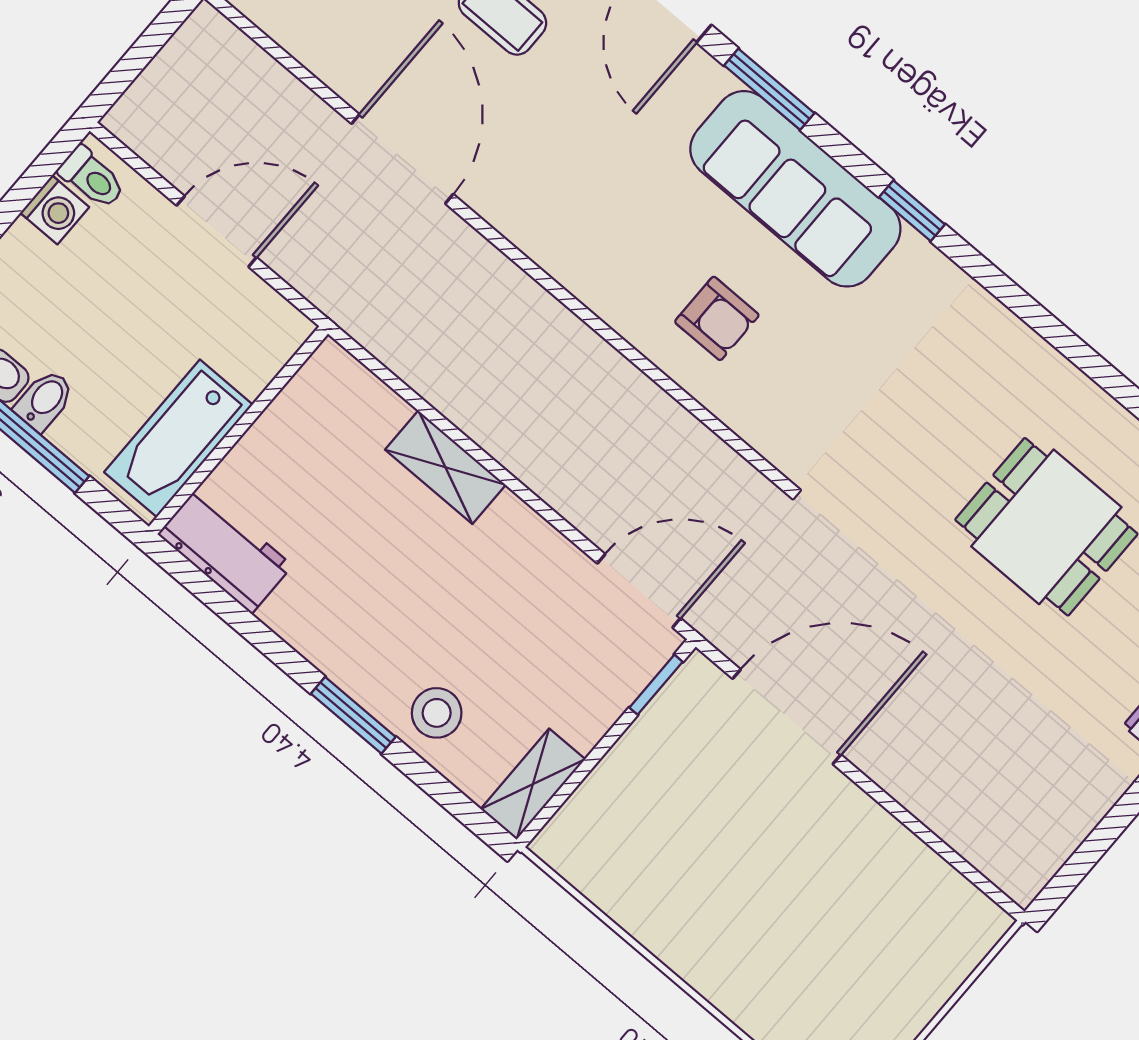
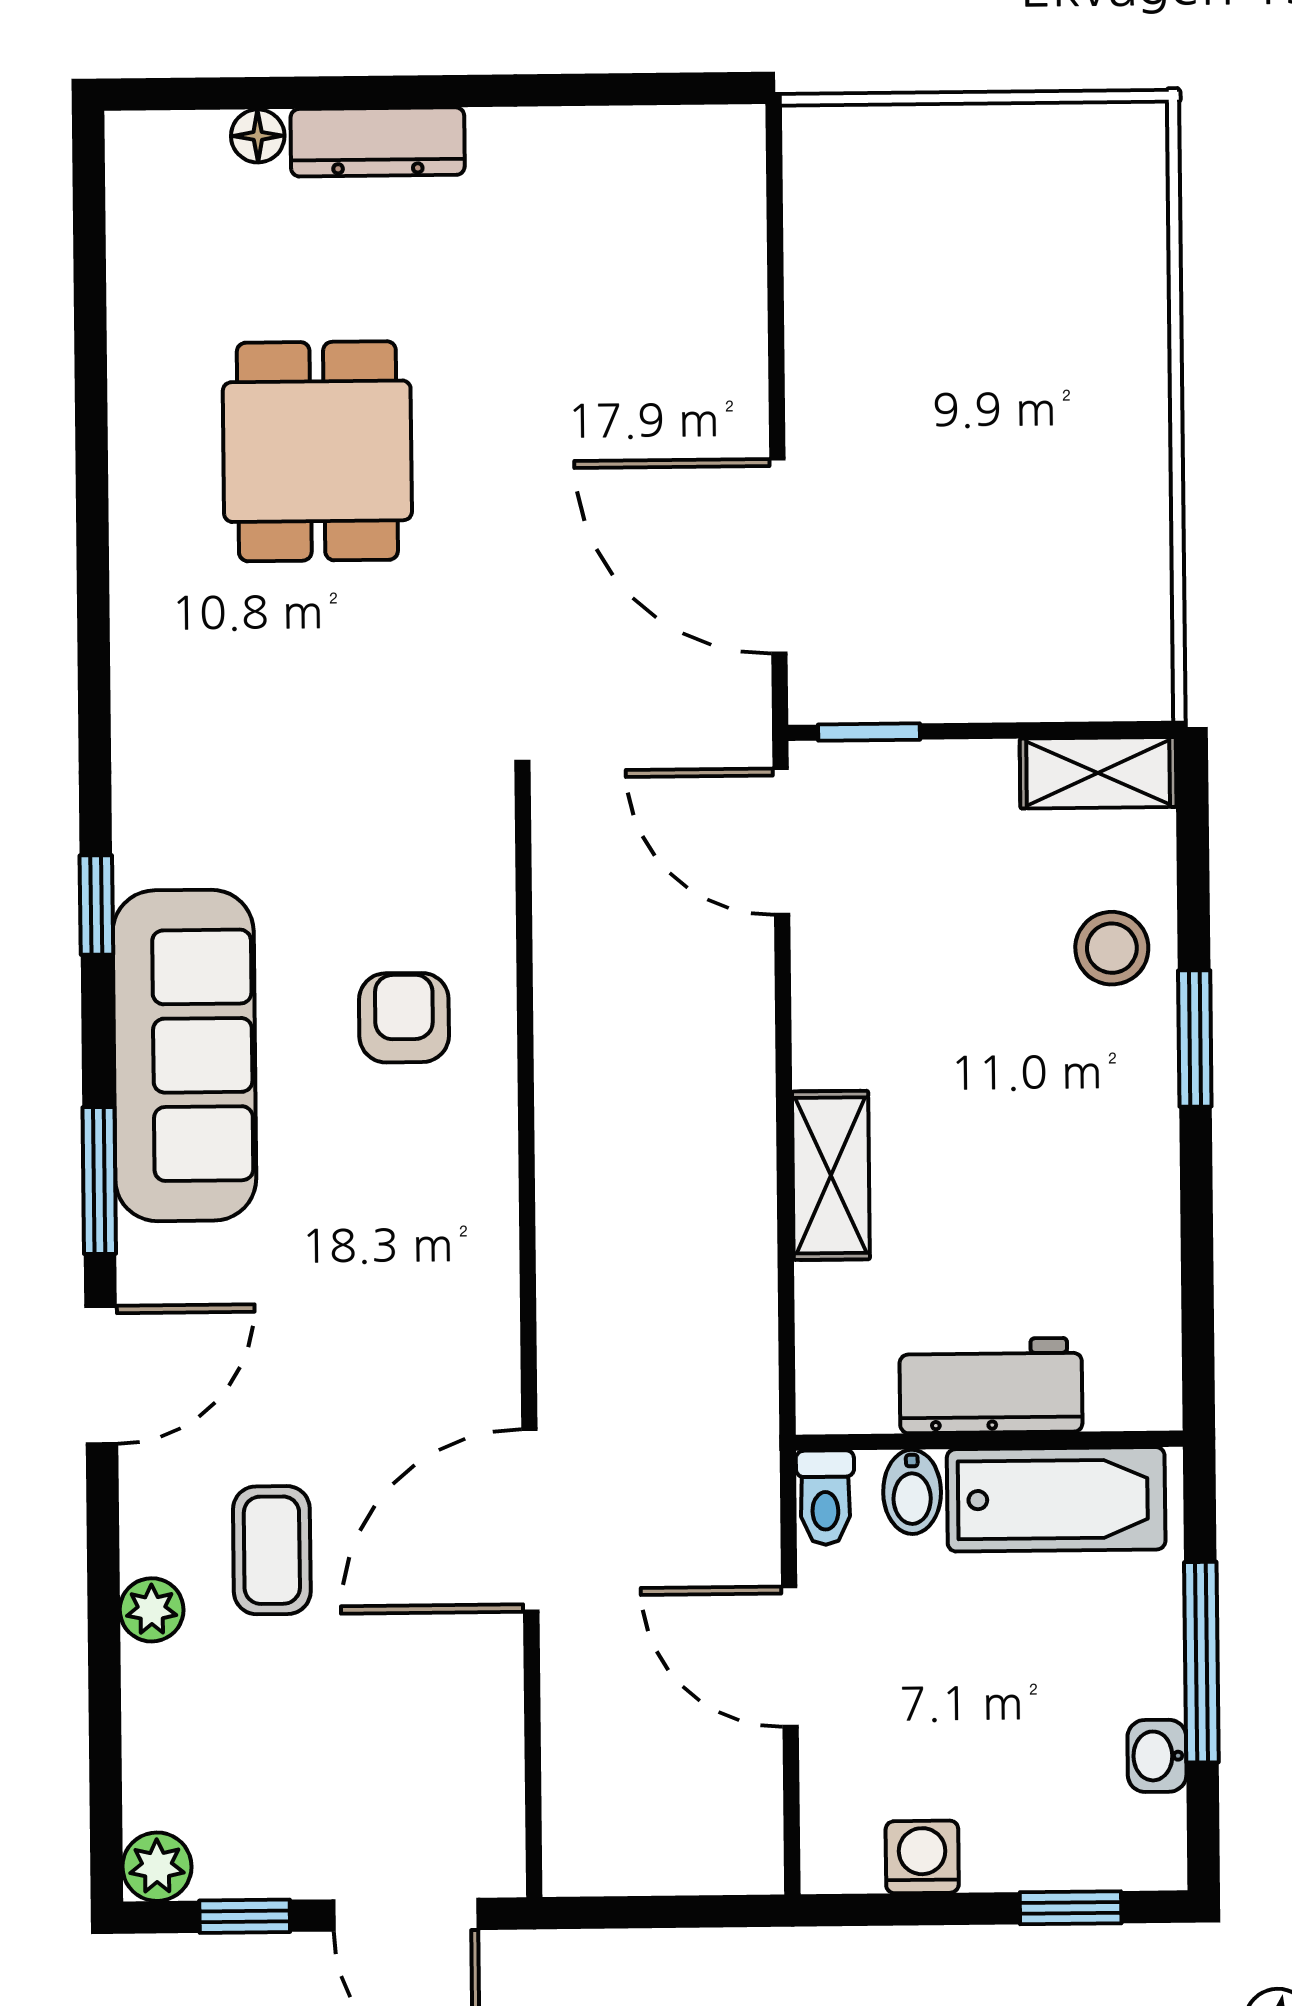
toilet: (92, 178) -> (825, 1498), moved, turned 180
bidet: (44, 400) -> (912, 1492), moved, turned -90
workbench: (225, 550) -> (991, 1386), moved, turned 90

